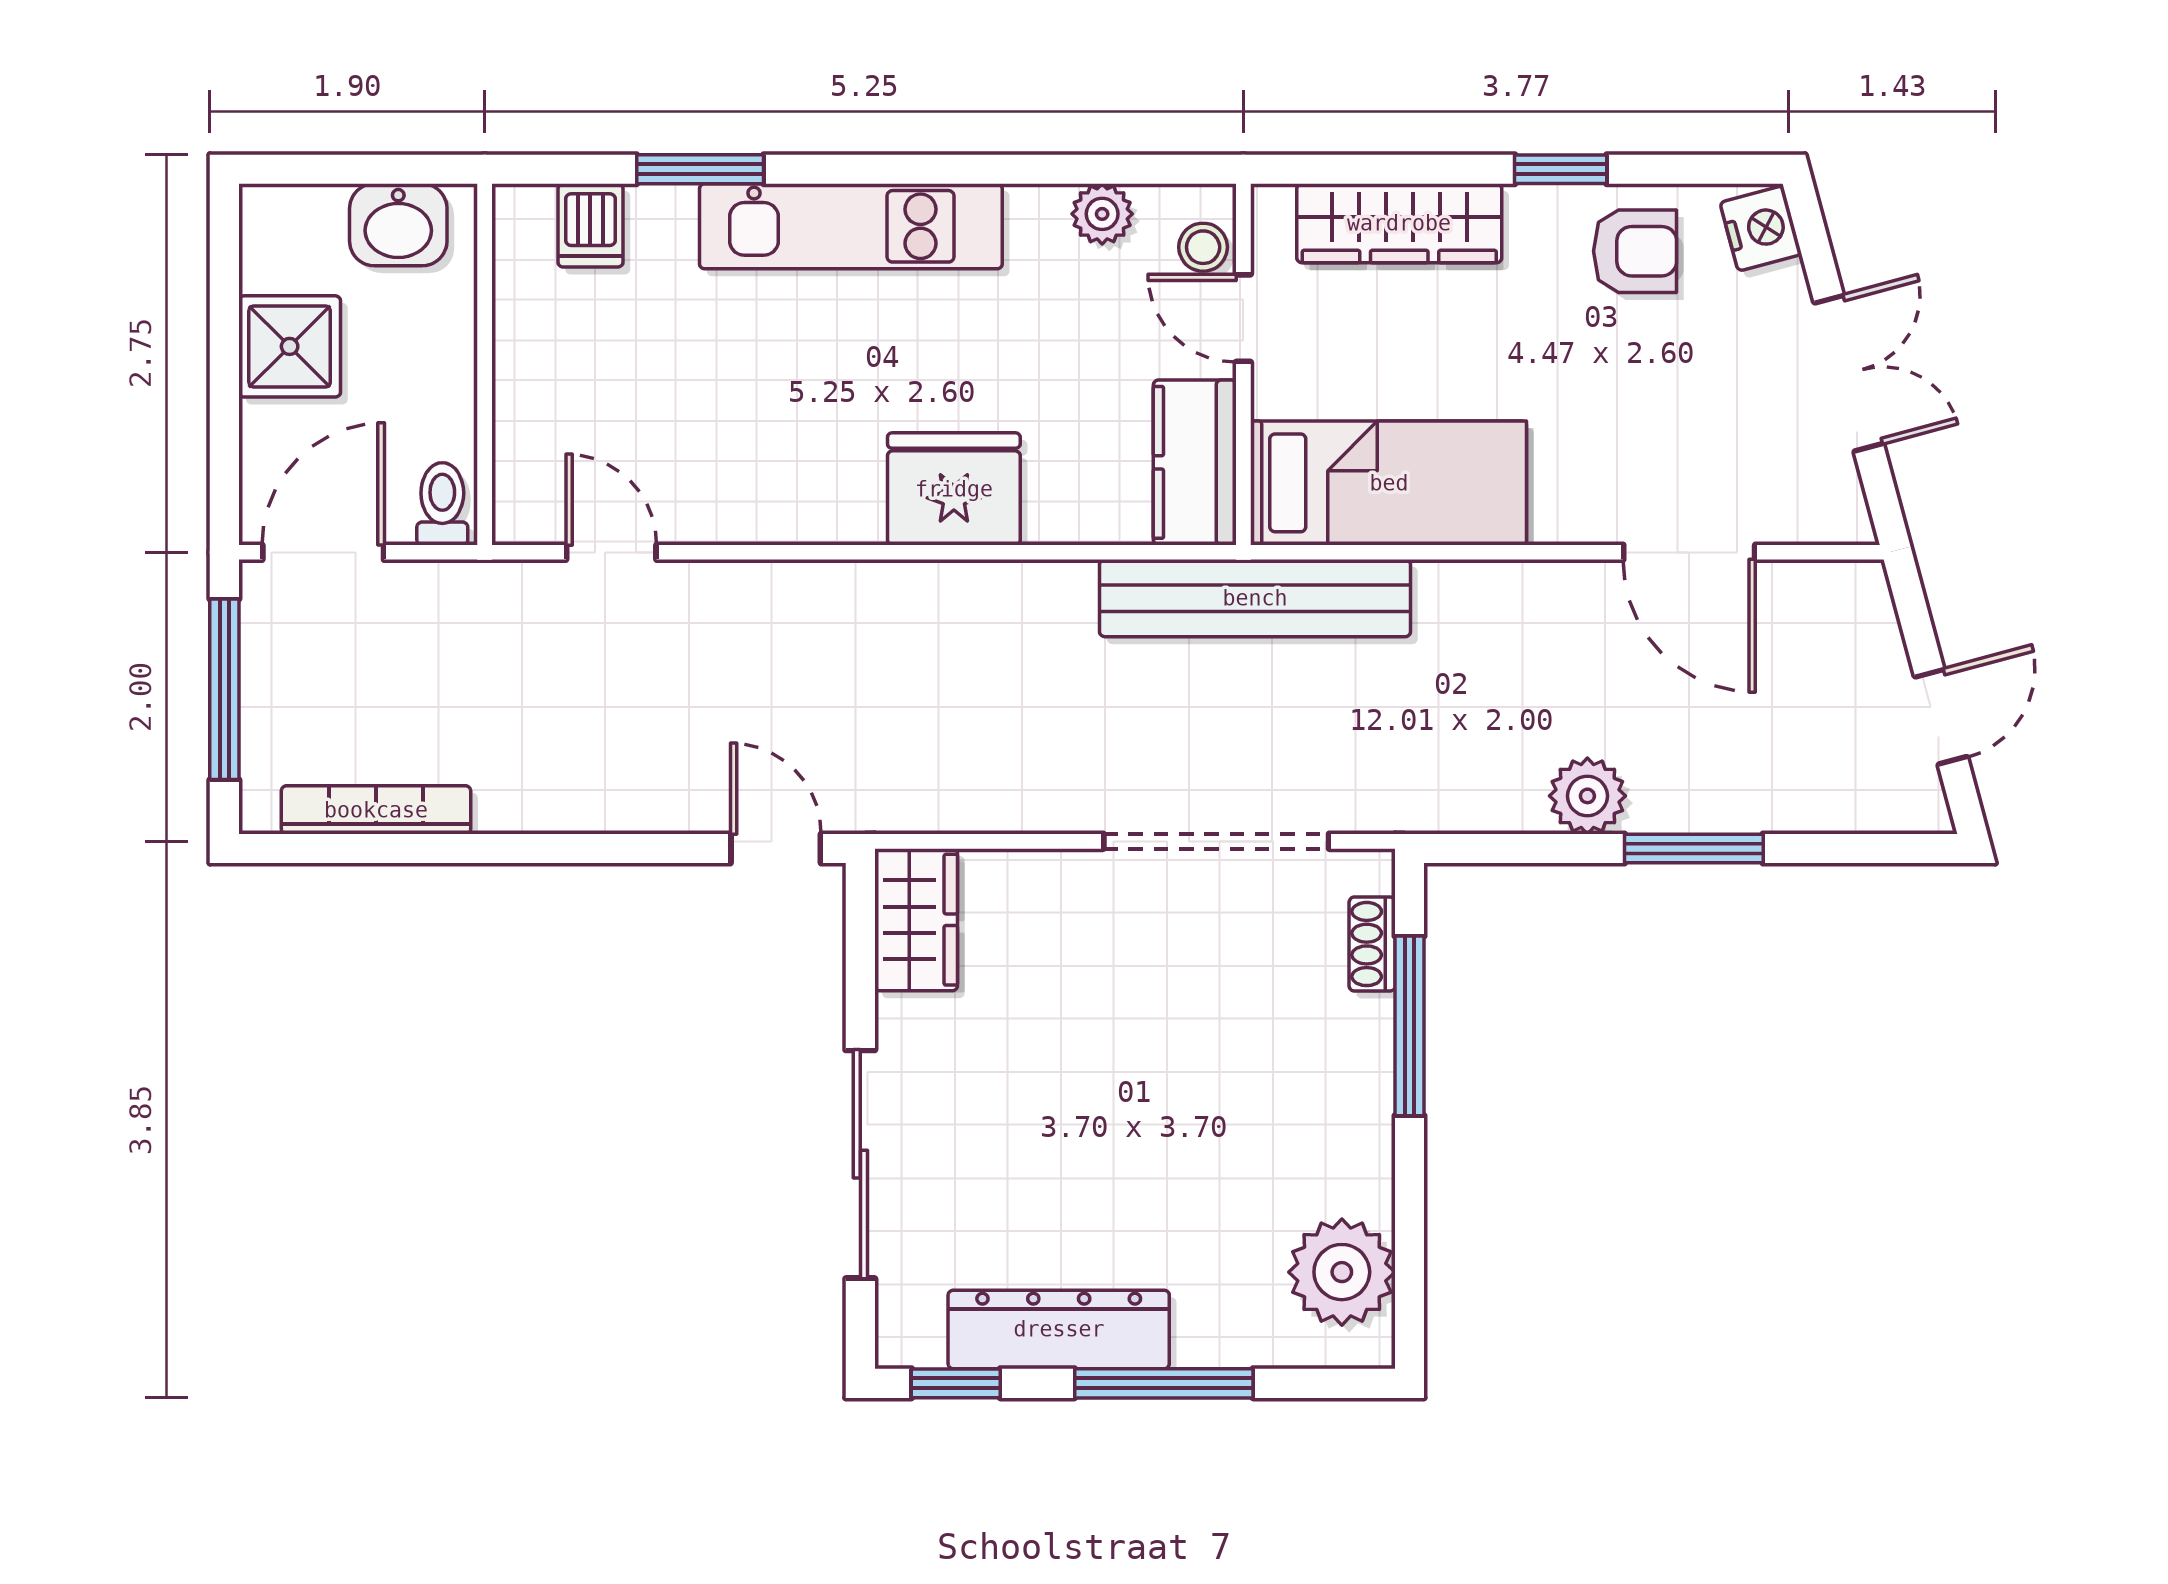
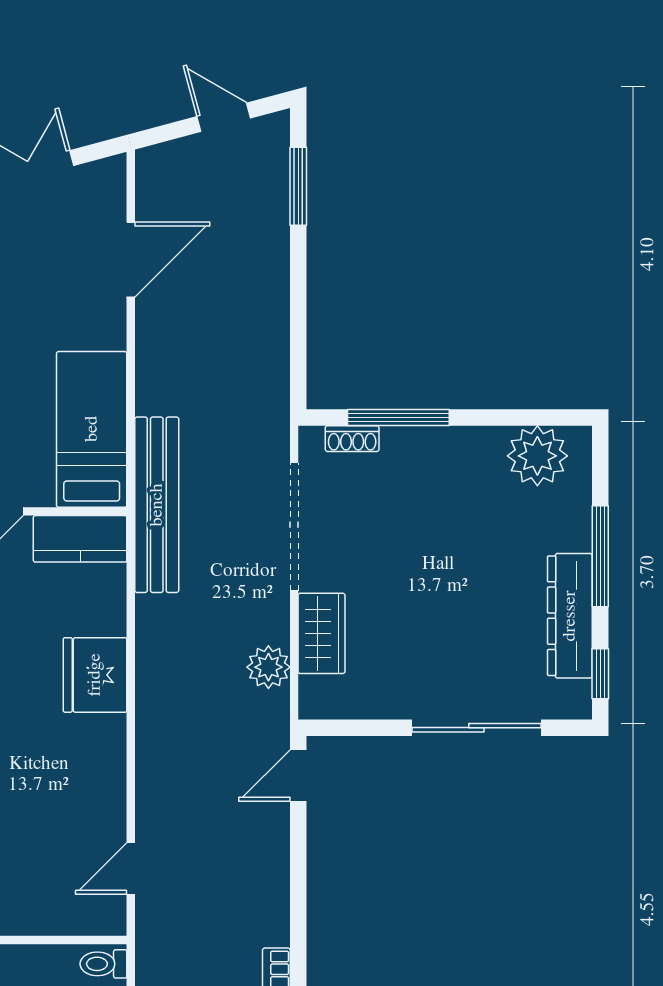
plant: (1587, 796) -> (268, 667), moved
window: (1694, 849) -> (298, 186), moved
wardrobe: (916, 920) -> (322, 633), moved, turned 90

